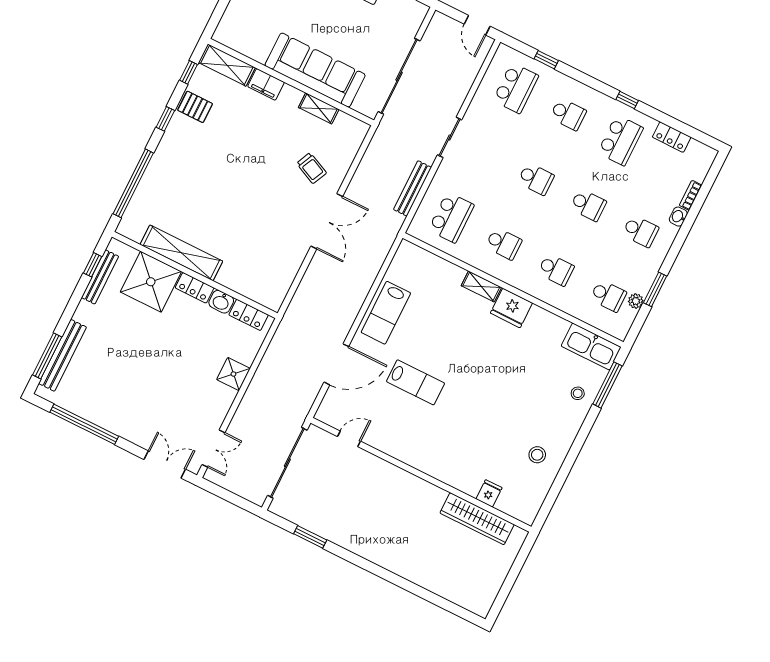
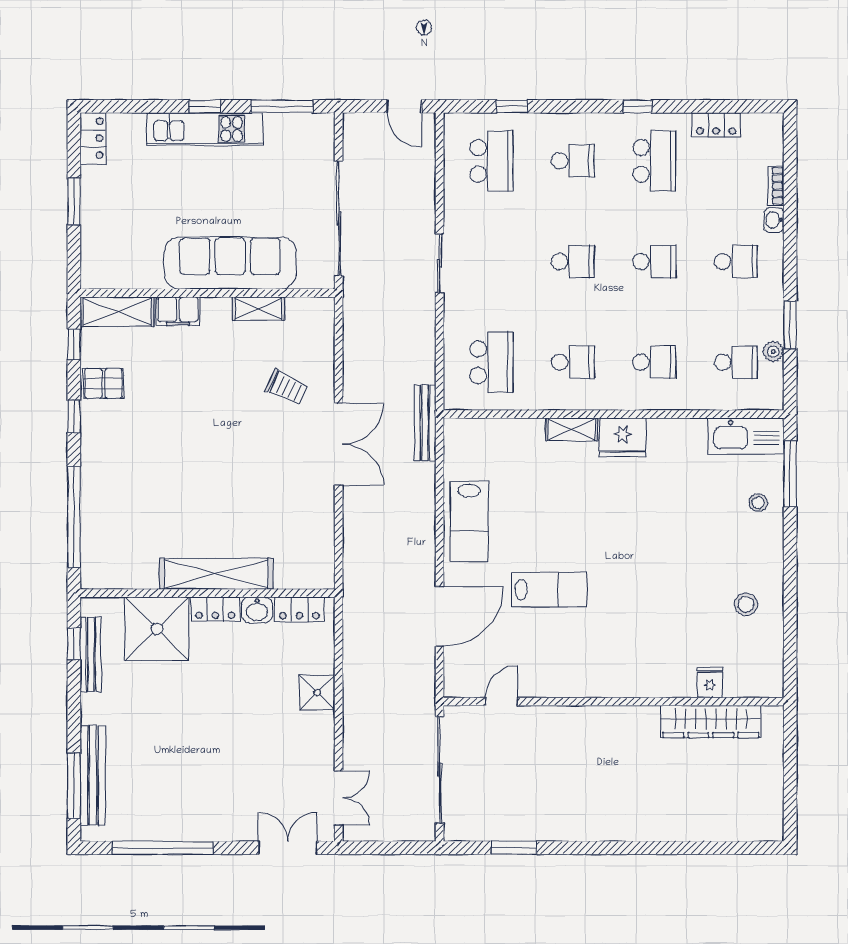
bench: (412, 188) -> (425, 423), moved
shelving: (181, 253) -> (216, 574), moved

